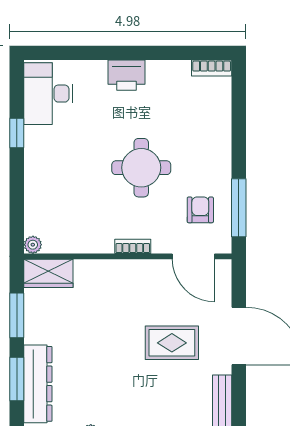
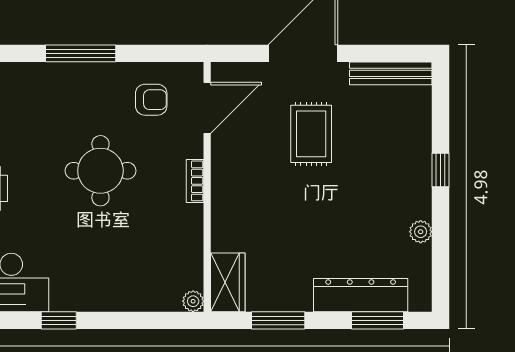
window: (239, 208) -> (81, 53), moved
armchair: (200, 210) -> (151, 100), turned 180
window: (17, 379) -> (378, 320), moved

